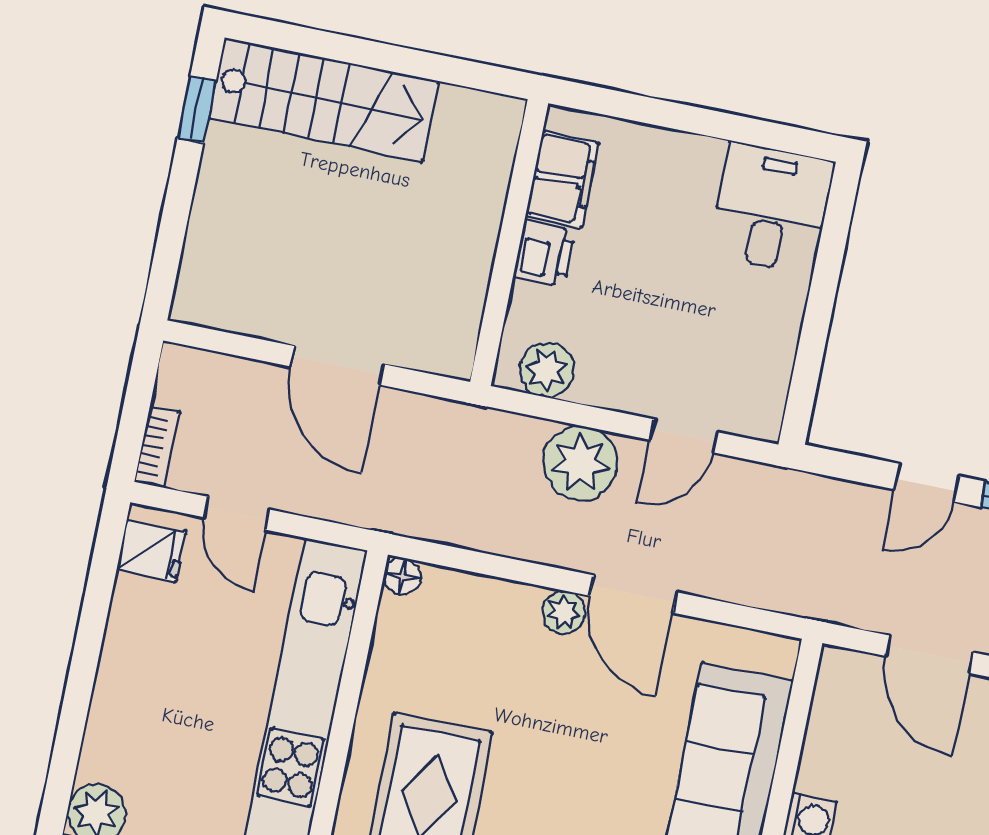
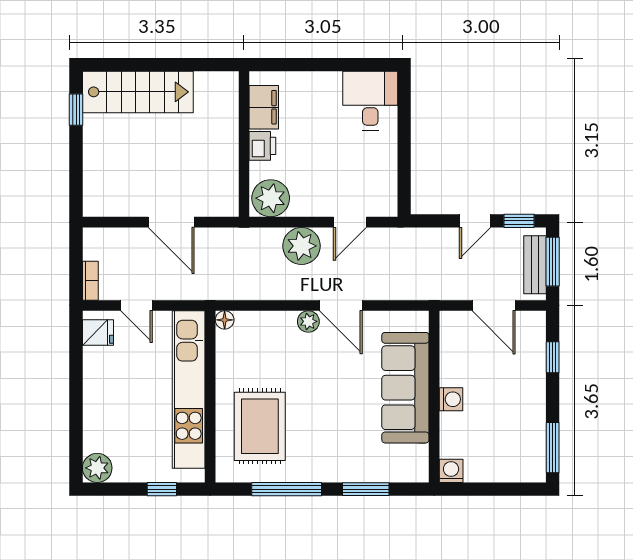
plant: (547, 370) -> (271, 198), width x1.36, depth x1.36

